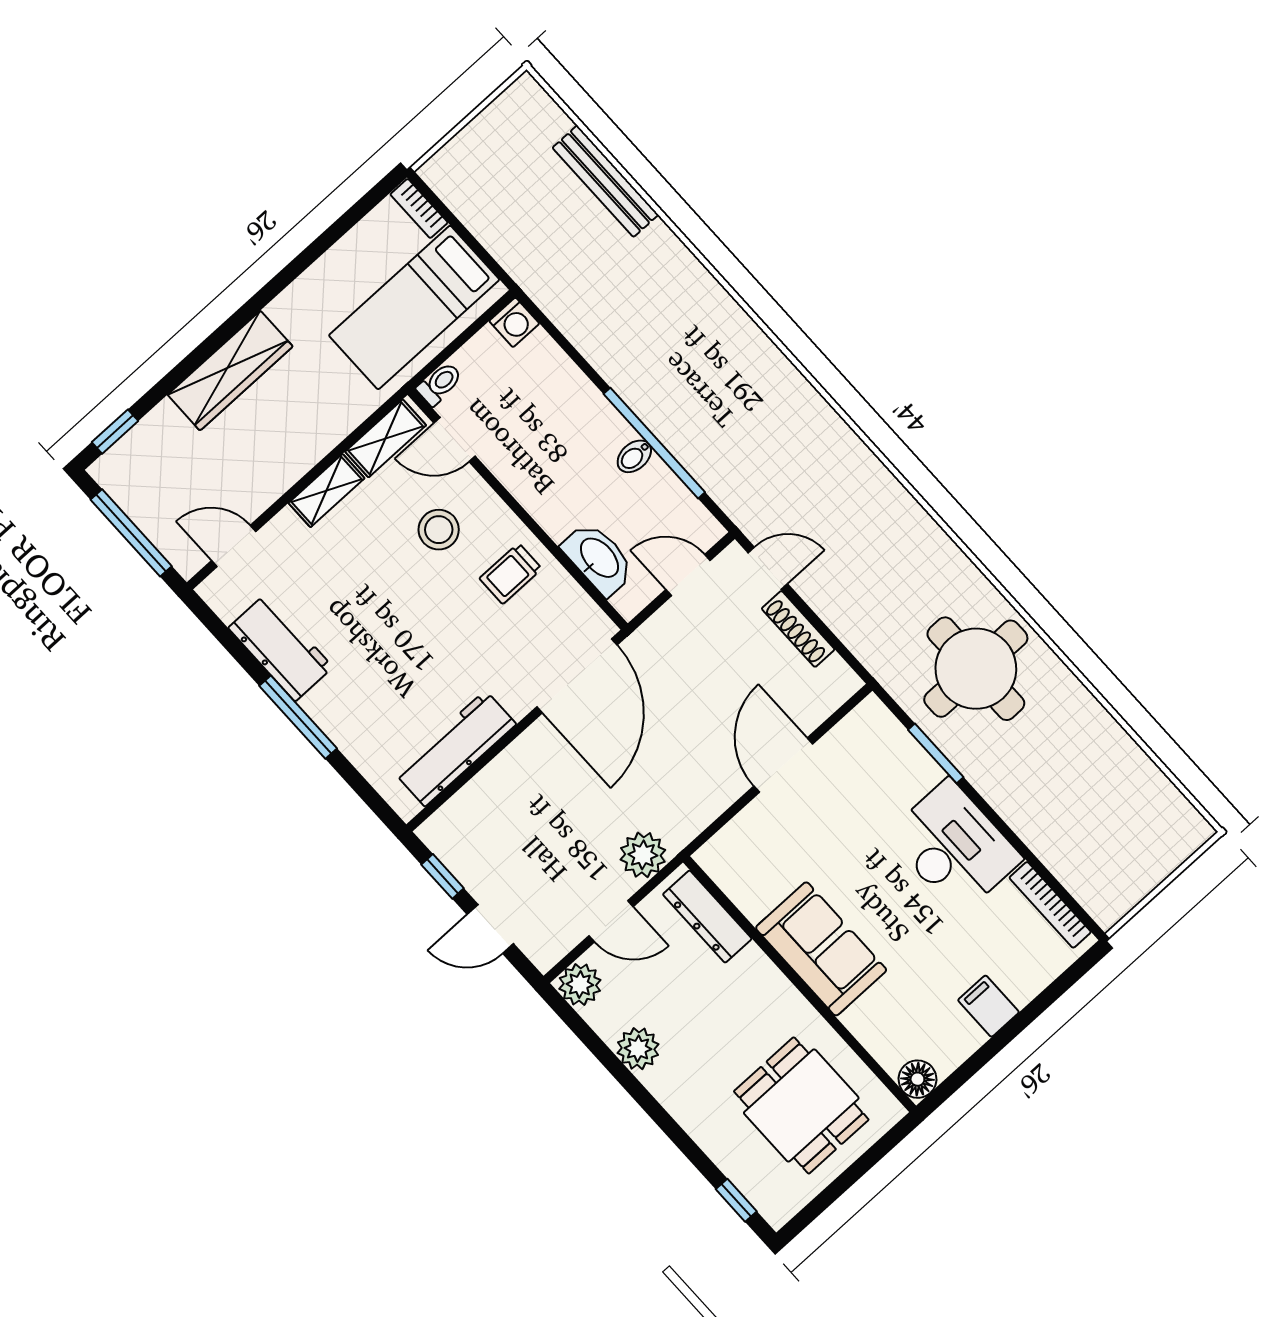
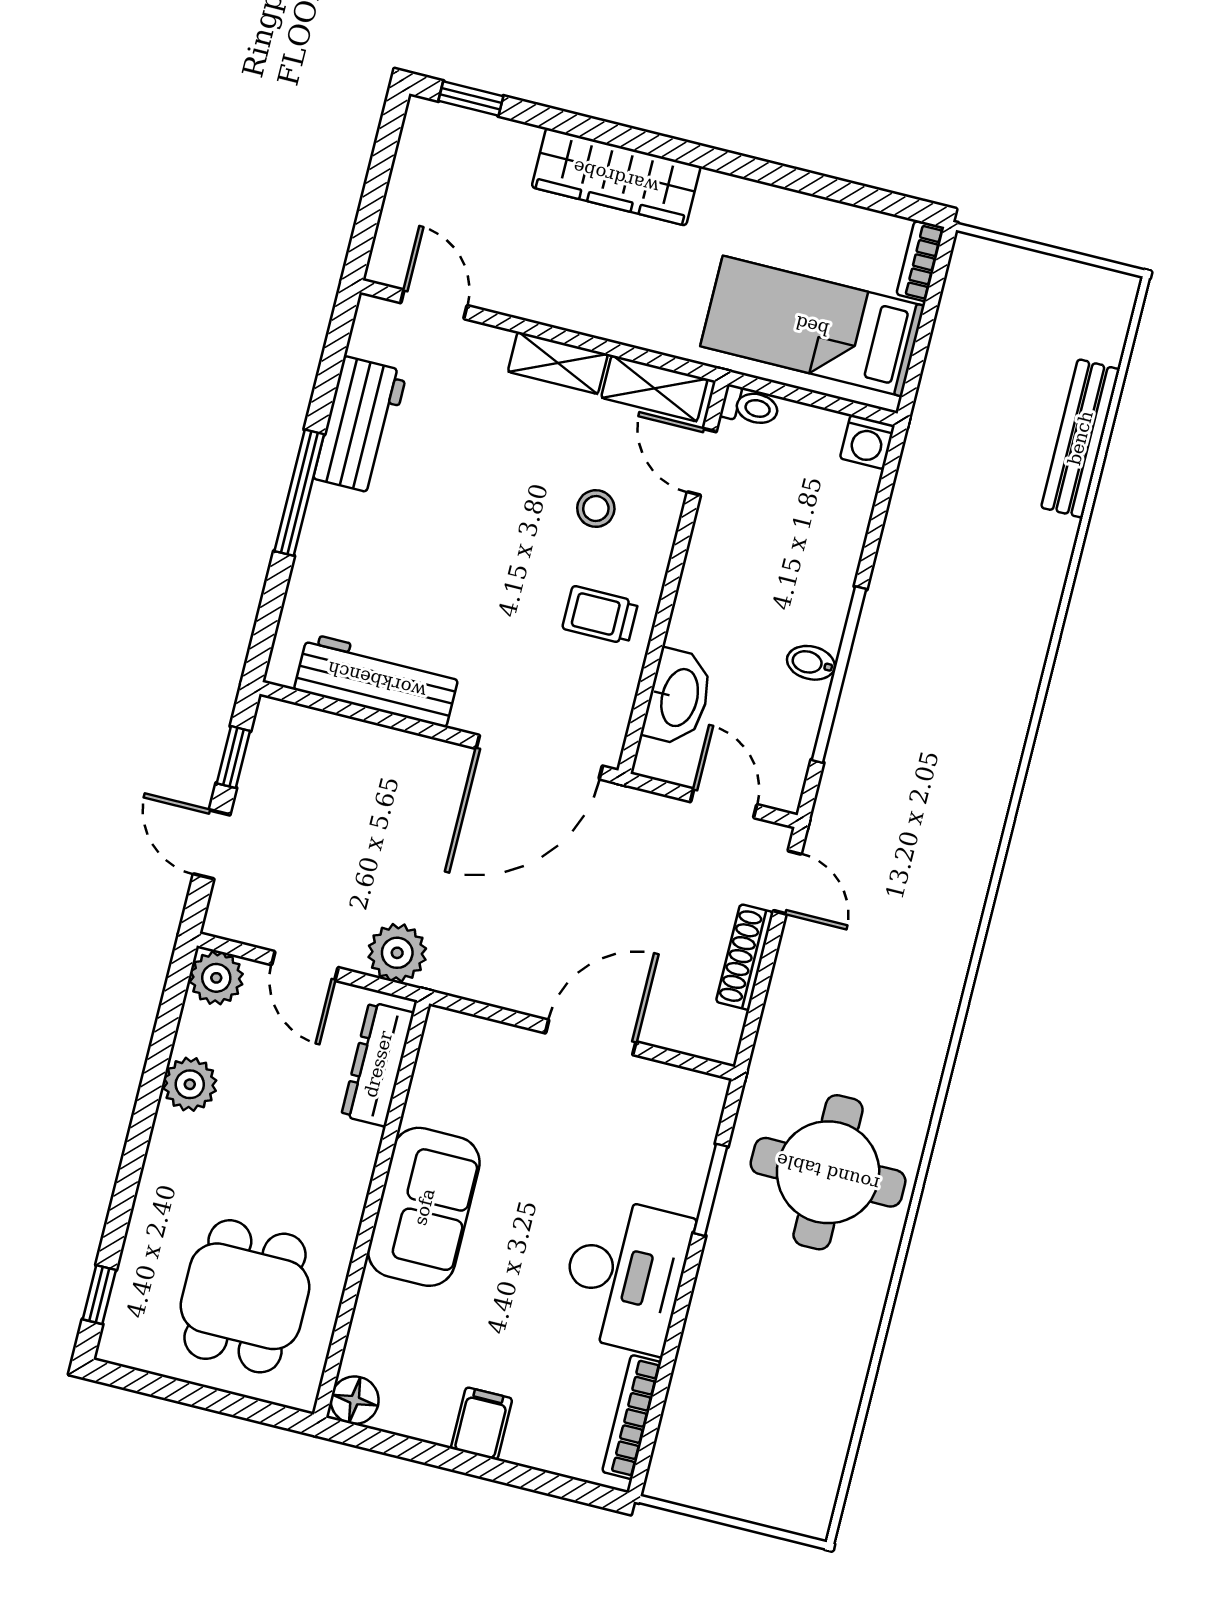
stool: (439, 530) -> (596, 509), width x0.73, depth x0.73
window: (131, 533) -> (376, 187), removed

